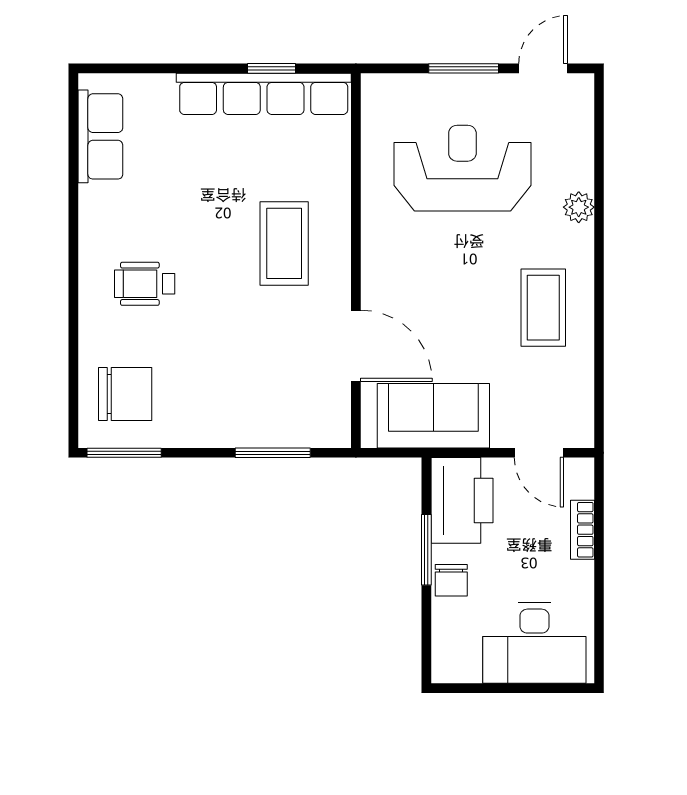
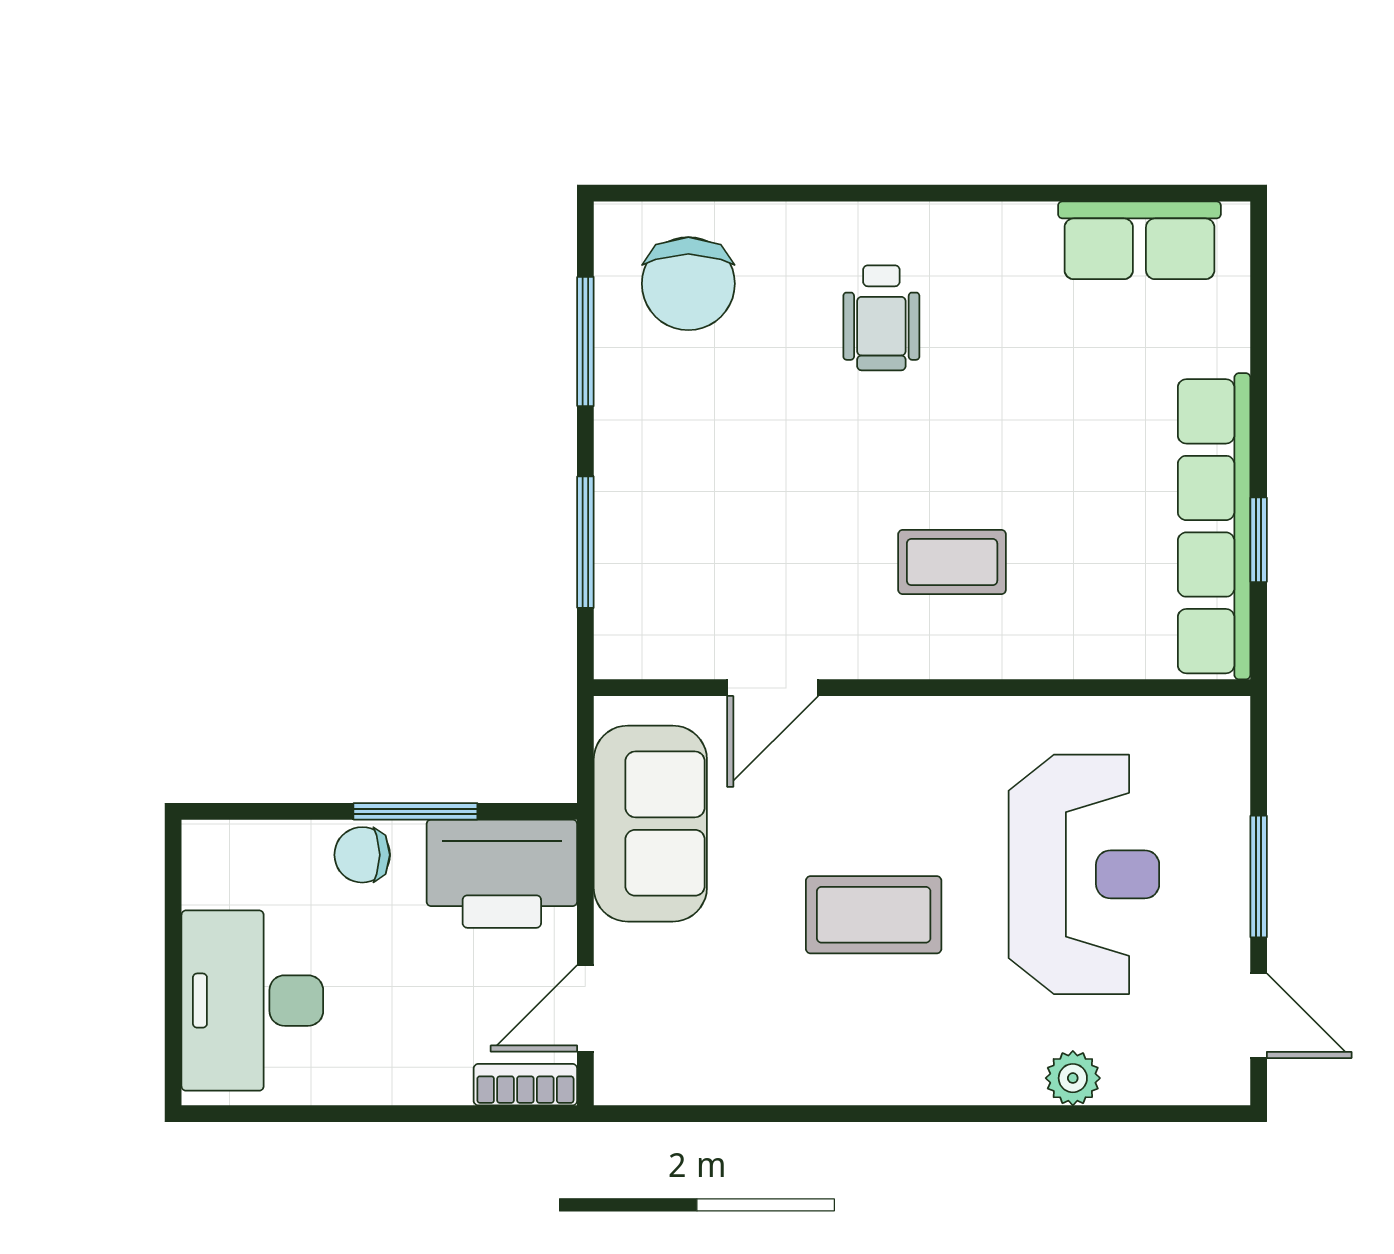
plant: (579, 207) -> (1073, 1078), moved
coffee table: (284, 243) -> (952, 562), width x0.73, depth x0.77
wheelchair: (145, 284) -> (881, 318), turned 180
coffee table: (543, 308) -> (874, 915), moved
door: (356, 346) -> (773, 688), width x0.73
window: (124, 453) -> (585, 341), moved
bookcase: (582, 530) -> (525, 1085), moved

